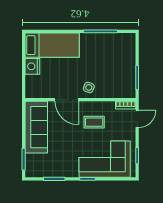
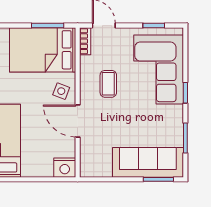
nightstand: (32, 66) -> (65, 168), moved
bed: (119, 74) -> (43, 50), added
door: (67, 100) -> (78, 121), swing flipped
sofa: (36, 127) -> (148, 162), moved

